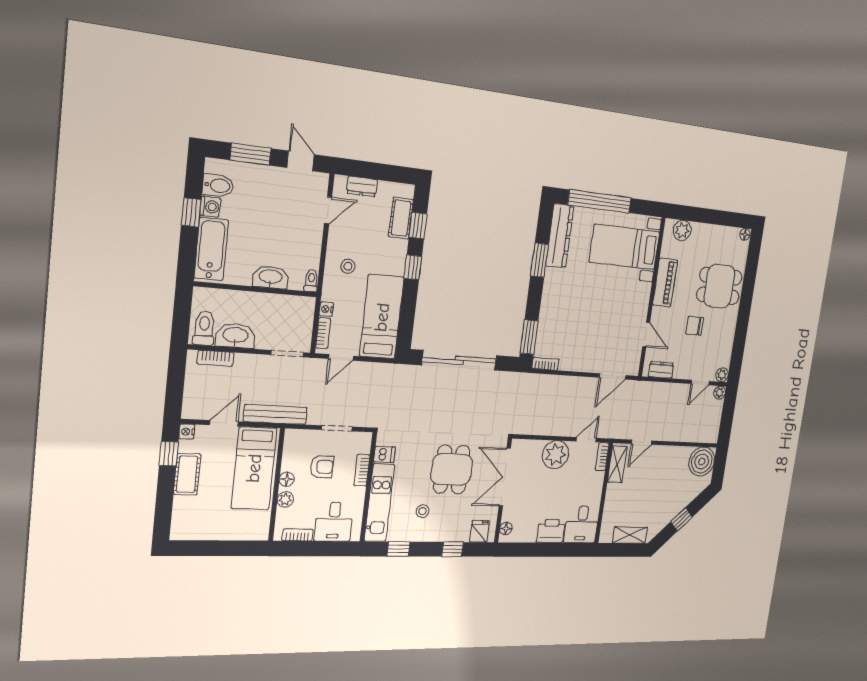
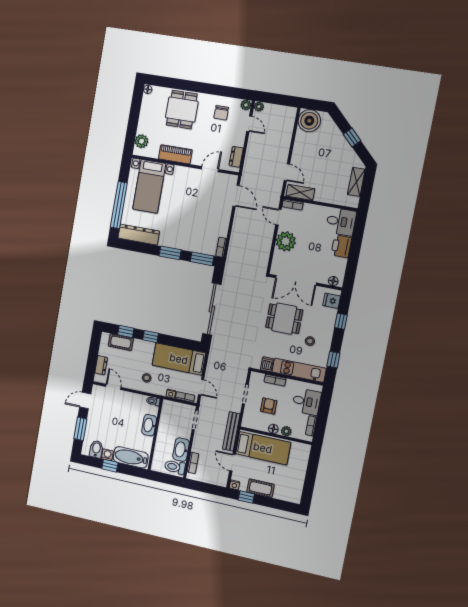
window: (539, 260) -> (170, 253), moved
chair: (695, 326) -> (221, 113), moved

